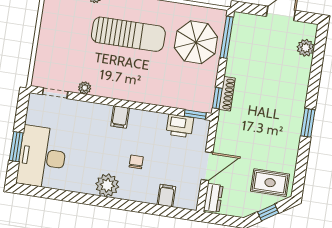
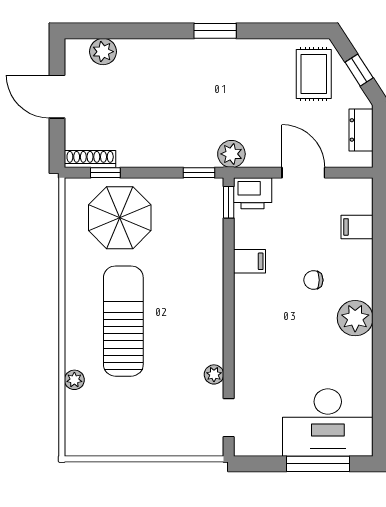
window: (227, 37) -> (105, 173), width x0.46
shoe rack: (227, 94) -> (90, 159), moved
filing cabinet: (120, 117) -> (250, 261), moved
plant: (226, 121) -> (231, 154), added
printer: (180, 126) -> (253, 193), moved, turned 90
window: (16, 147) -> (318, 464), width x1.44
dresser: (213, 198) -> (361, 130), moved, turned -90

